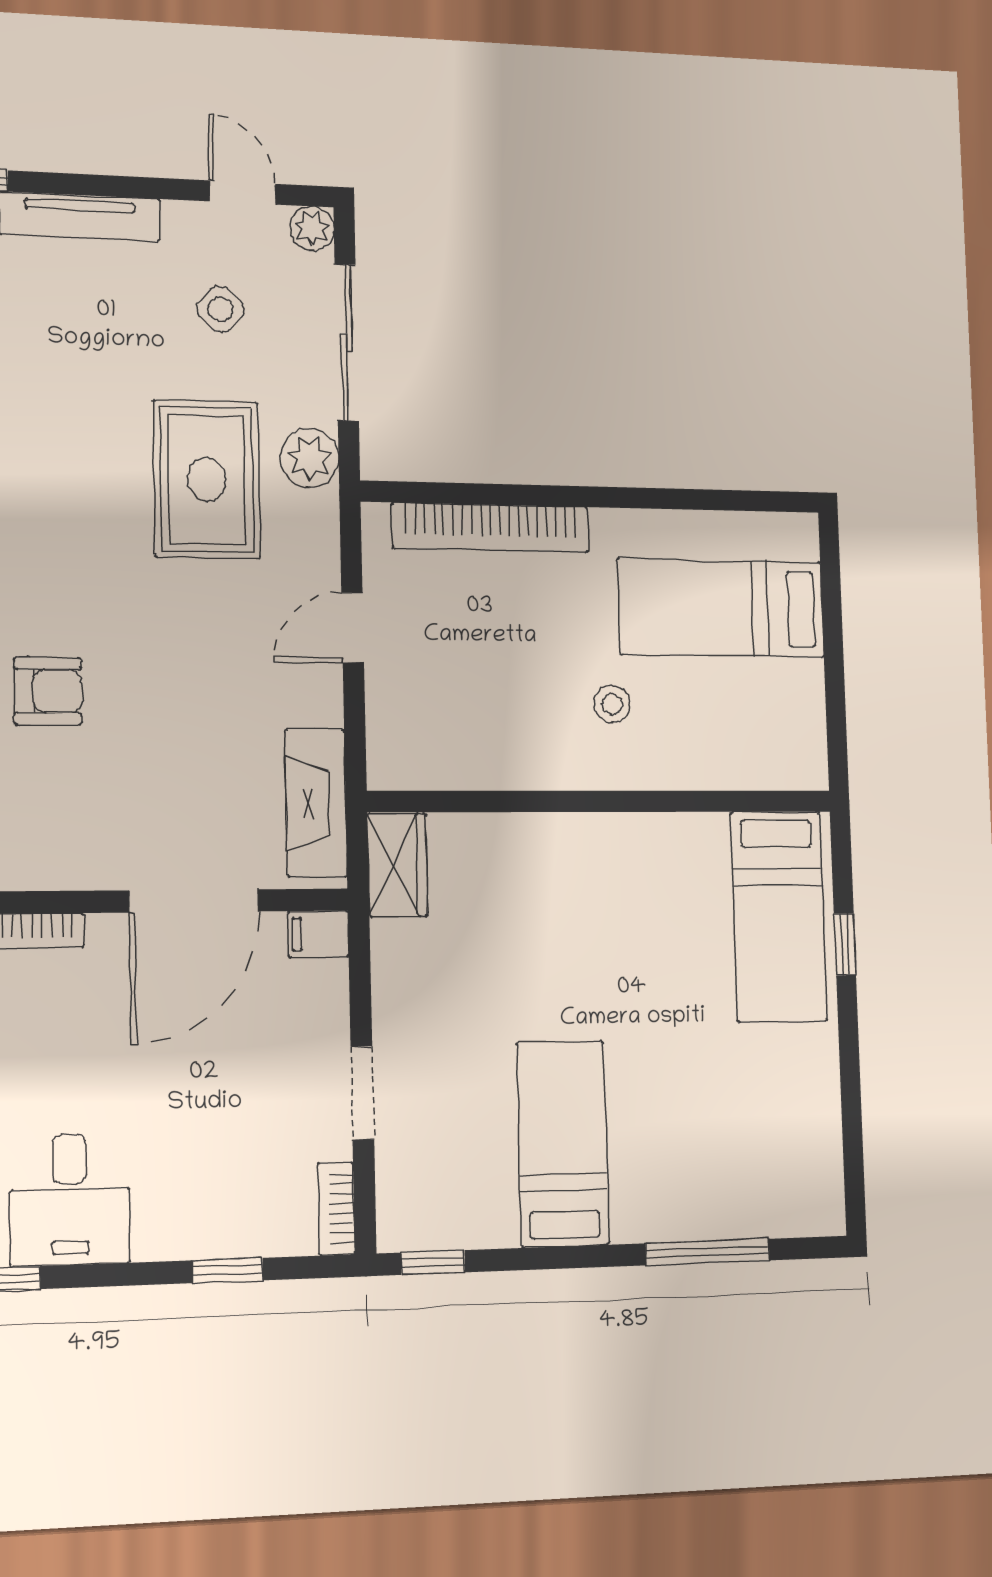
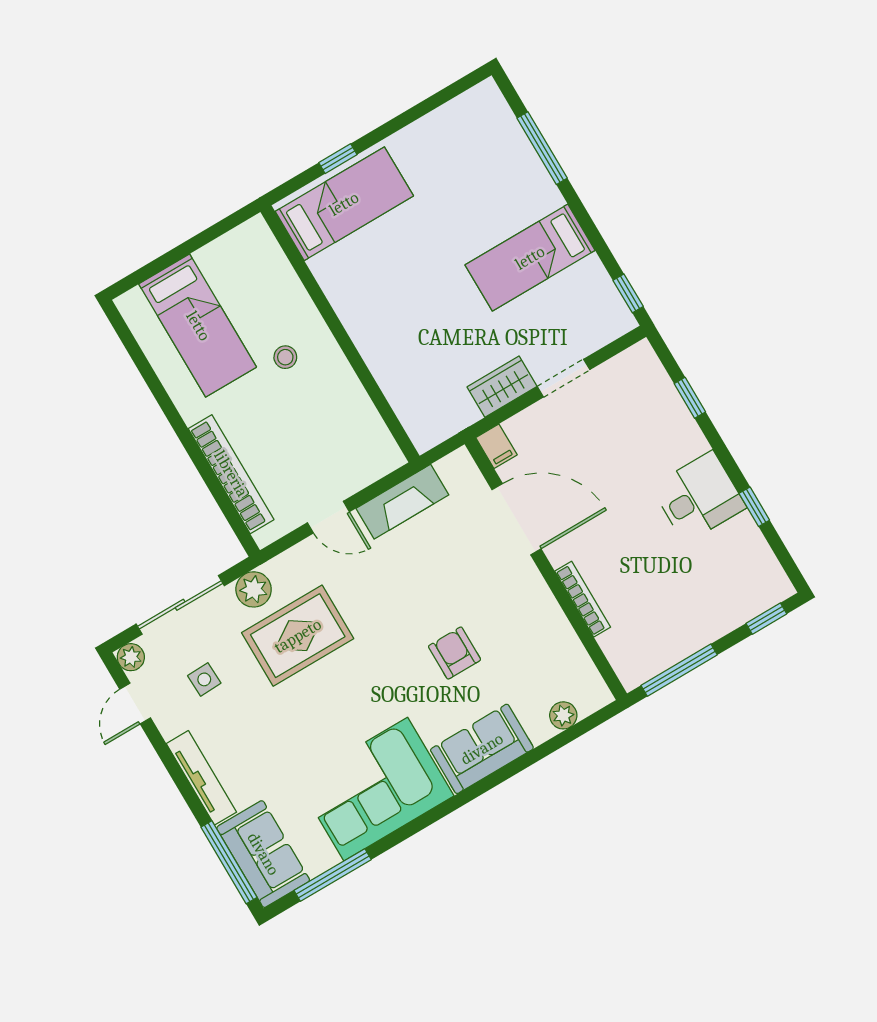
side table: (220, 309) -> (204, 679), turned 45
fireplace: (316, 803) -> (402, 502), moved
wardrobe: (397, 865) -> (502, 387), moved
bookcase: (336, 1209) -> (629, 359), removed

